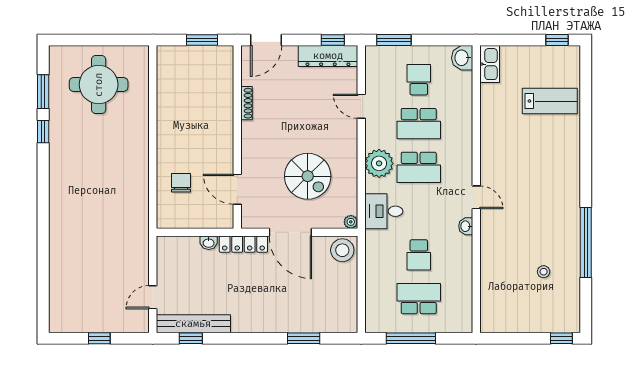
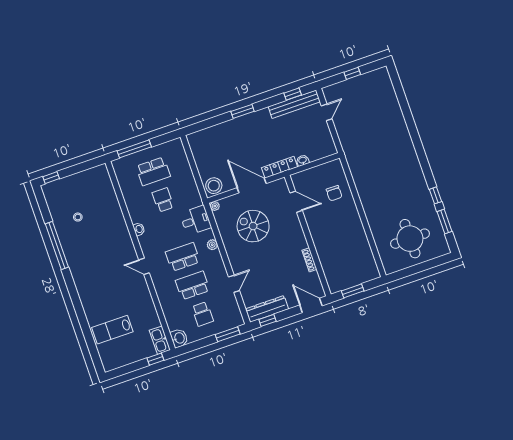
door: (266, 40) -> (311, 305), hinge flipped
window: (557, 40) -> (155, 359), moved
door: (361, 106) -> (234, 284), hinge flipped
plant: (379, 163) -> (212, 245), width x0.53, depth x0.53
door: (476, 197) -> (144, 266), moved
window: (304, 338) -> (243, 111), moved
window: (411, 338) -> (134, 149), moved

